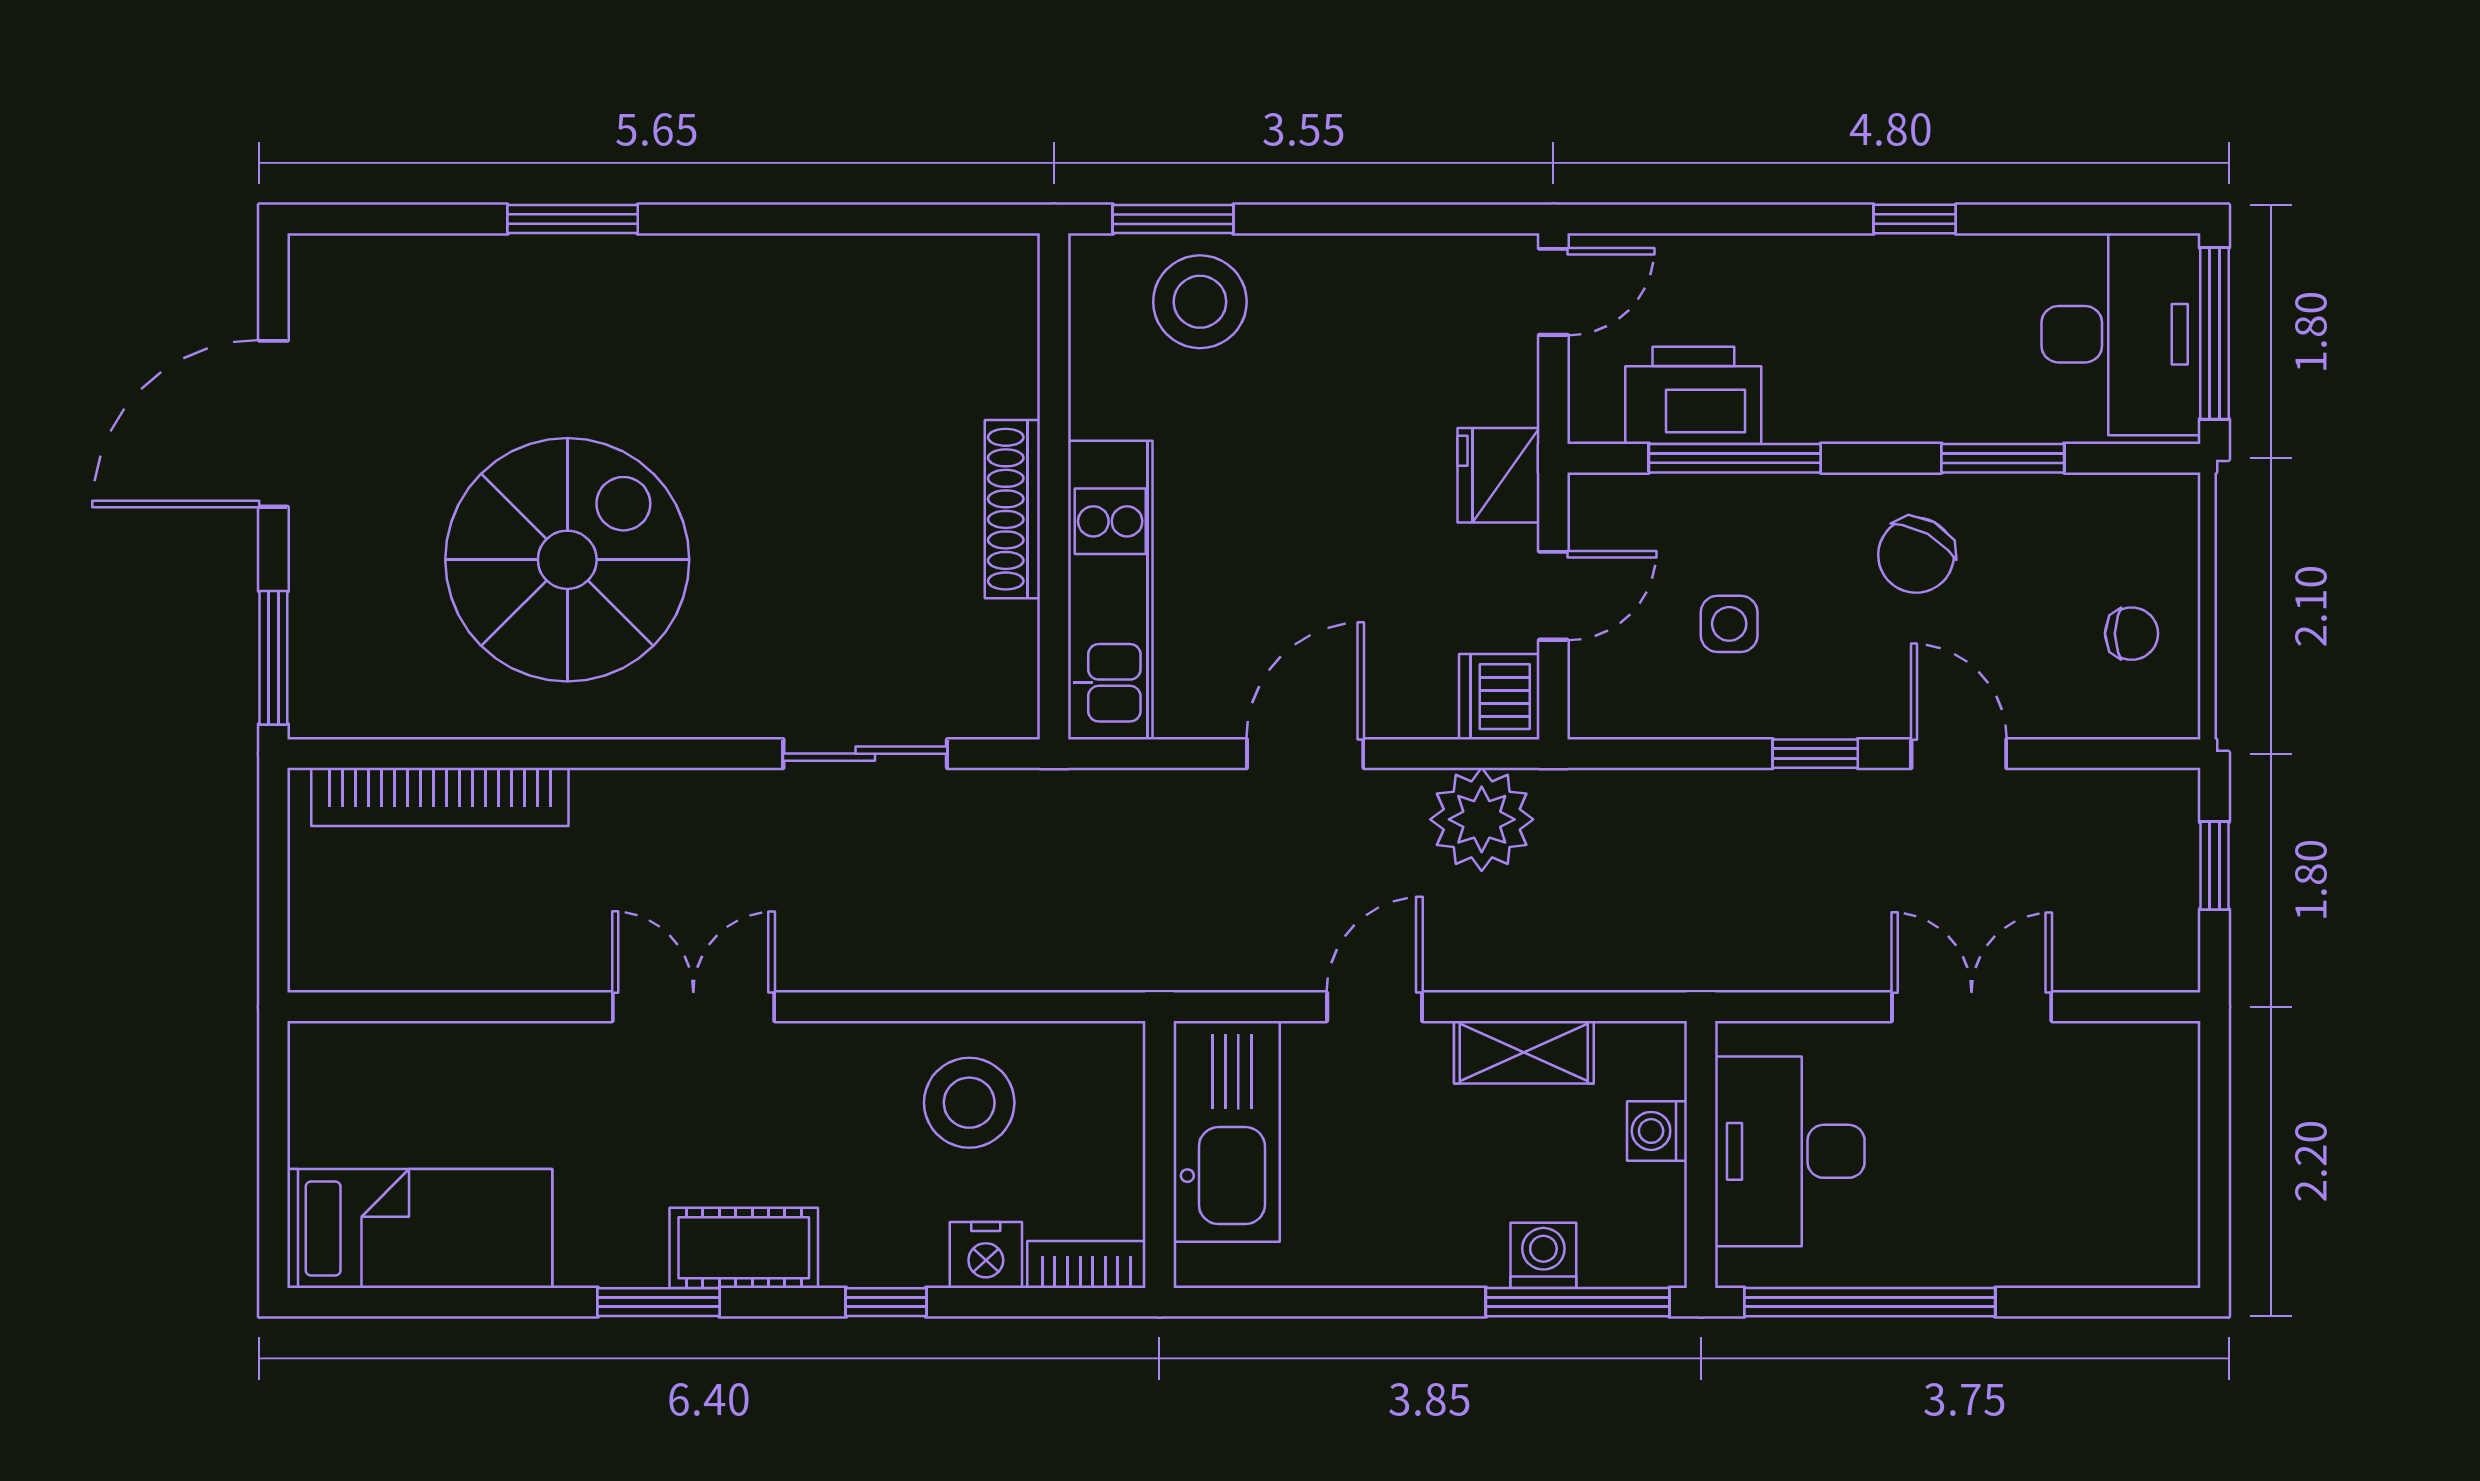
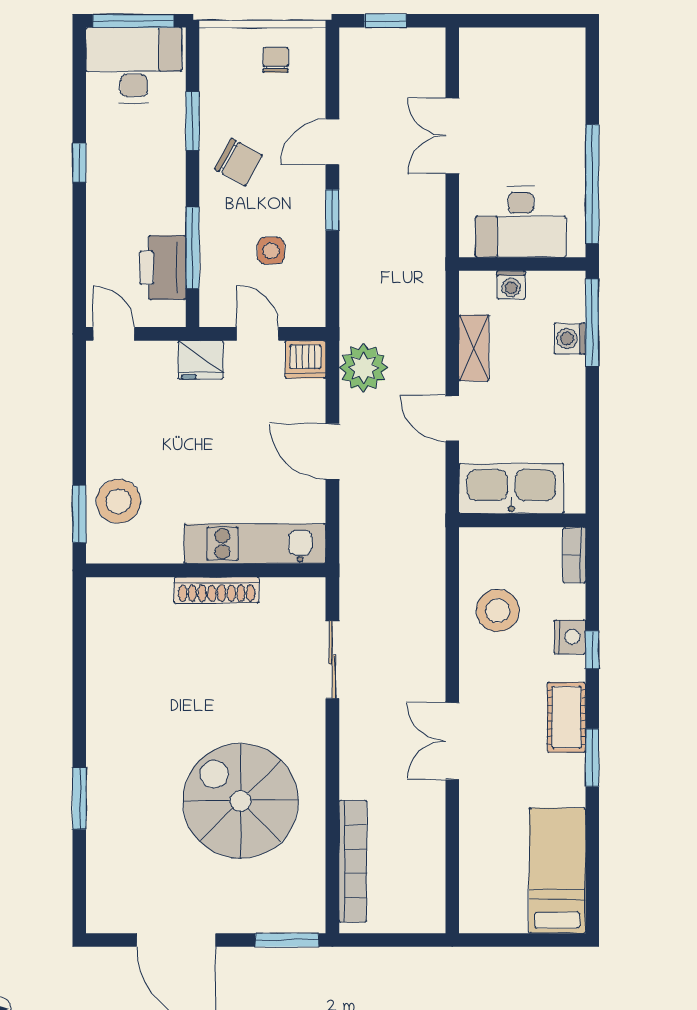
nightstand: (986, 1255) -> (570, 637), moved

